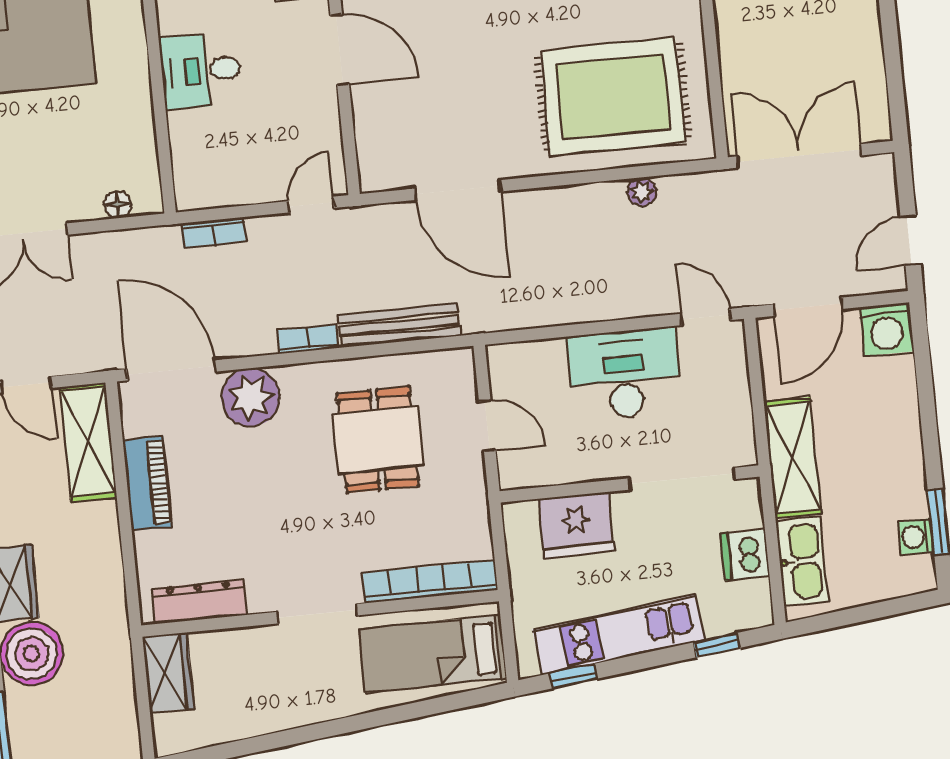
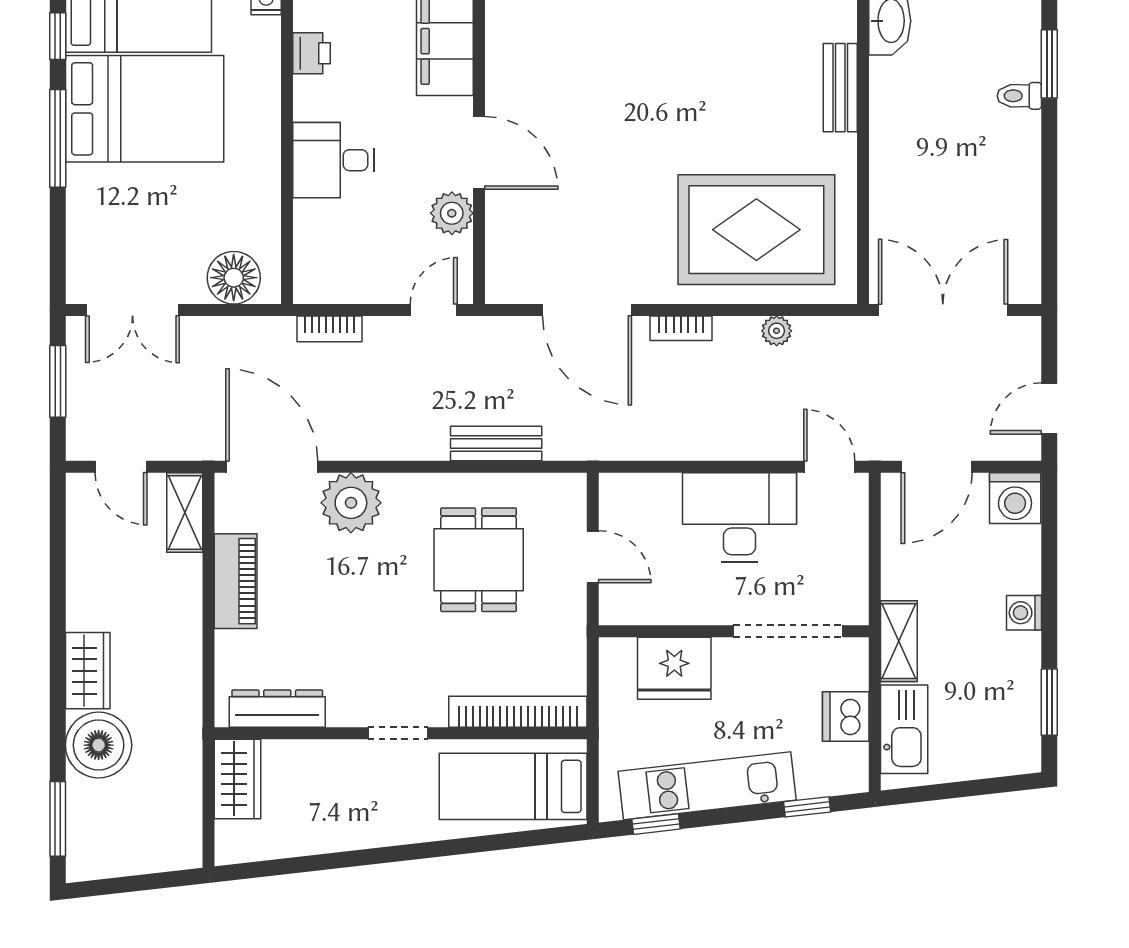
plant: (319, 110) -> (452, 213), added
floor lamp: (118, 205) -> (234, 278), width x1.89, depth x1.89
bench: (400, 325) -> (496, 443), width x0.73
bookcase: (308, 339) -> (681, 328), moved, turned 180
shelving: (88, 442) -> (185, 513), width x0.67, depth x0.75
shelving: (793, 458) -> (899, 641), width x0.67, depth x0.75
washing machine: (916, 537) -> (1024, 613), moved
doorway: (317, 614) -> (398, 733), width x0.73

